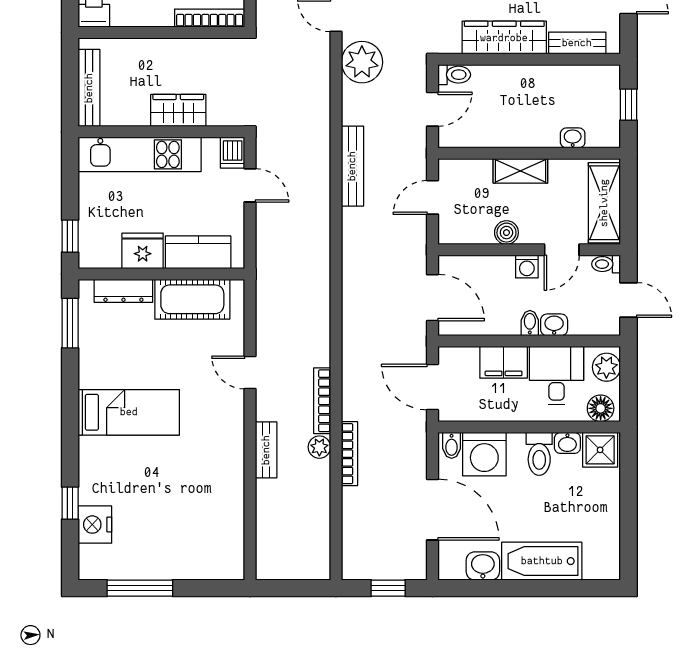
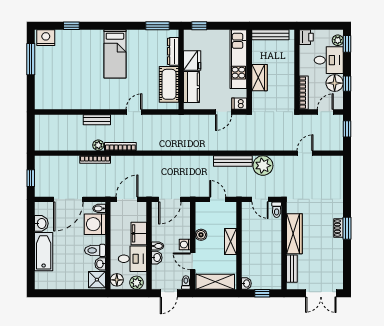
plant: (362, 62) -> (263, 166), moved
washbasin: (573, 138) -> (246, 283), moved
nightstand: (95, 525) -> (46, 38), moved

